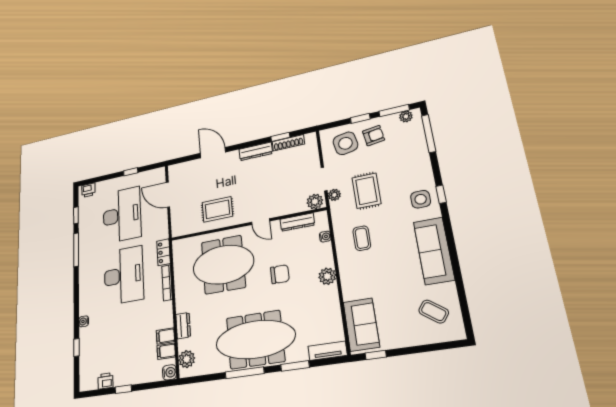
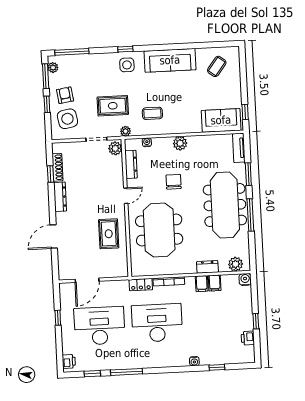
plant: (334, 195) -> (126, 131), moved
filing cabinet: (166, 351) -> (202, 284), moved

